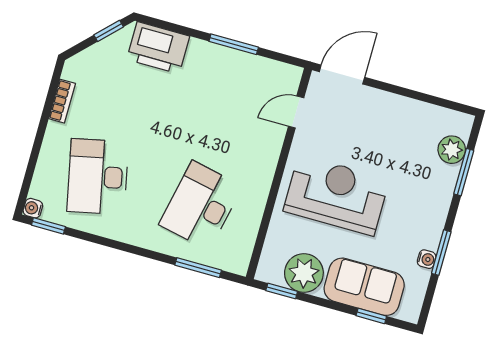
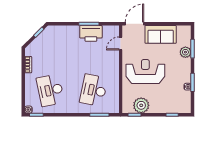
printer: (158, 48) -> (91, 33), moved
plant: (452, 150) -> (185, 52), moved
sofa: (364, 287) -> (161, 34), moved, turned 180

